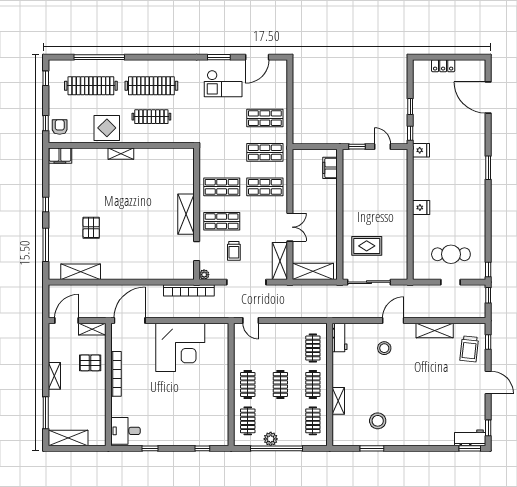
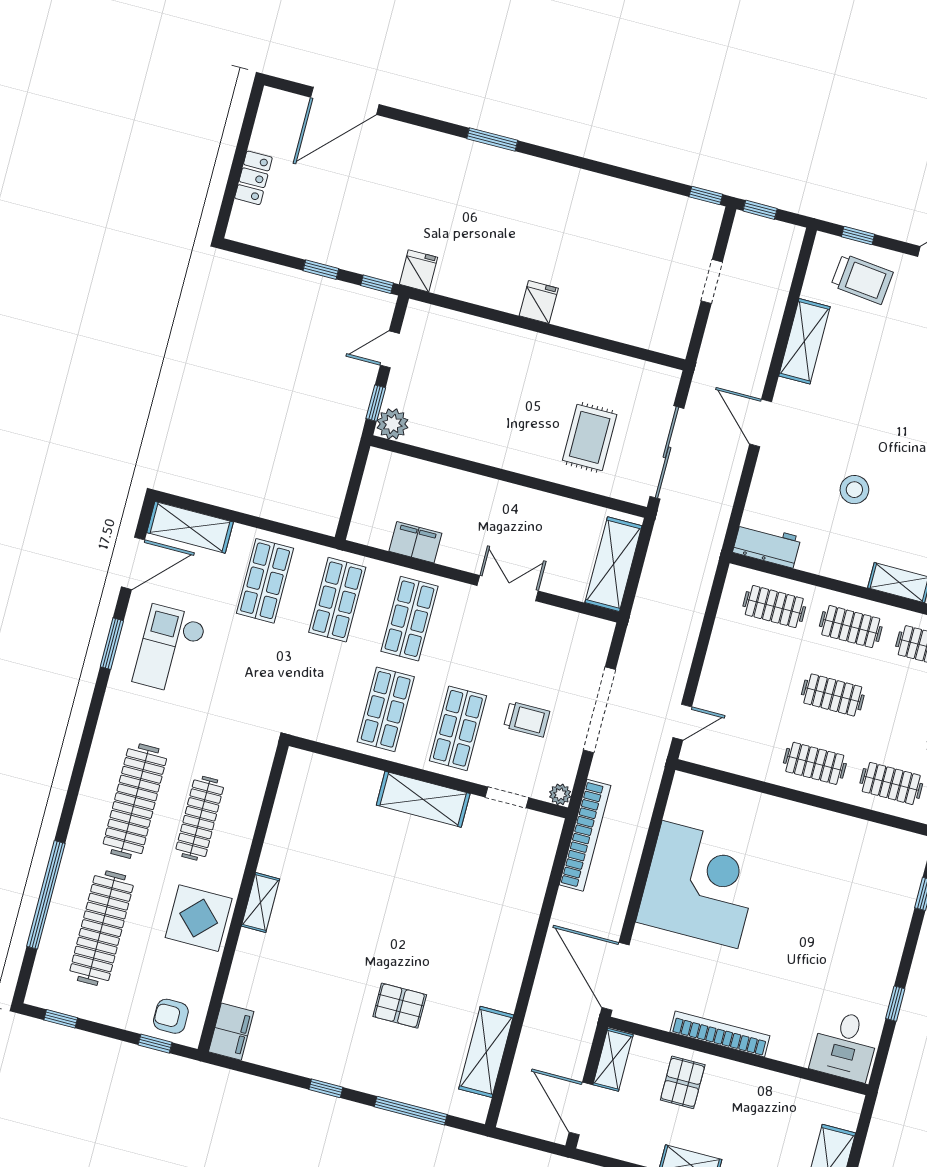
door: (257, 57) -> (133, 563), hinge flipped
checkout: (223, 84) -> (170, 650), turned 180
plant: (350, 157) -> (392, 424), added
filing cabinet: (330, 168) -> (415, 542), moved, turned 180
cafe table: (451, 254) -> (653, 265), removed
shelving: (280, 261) -> (190, 527), moved
stool: (384, 348) -> (854, 490), moved

